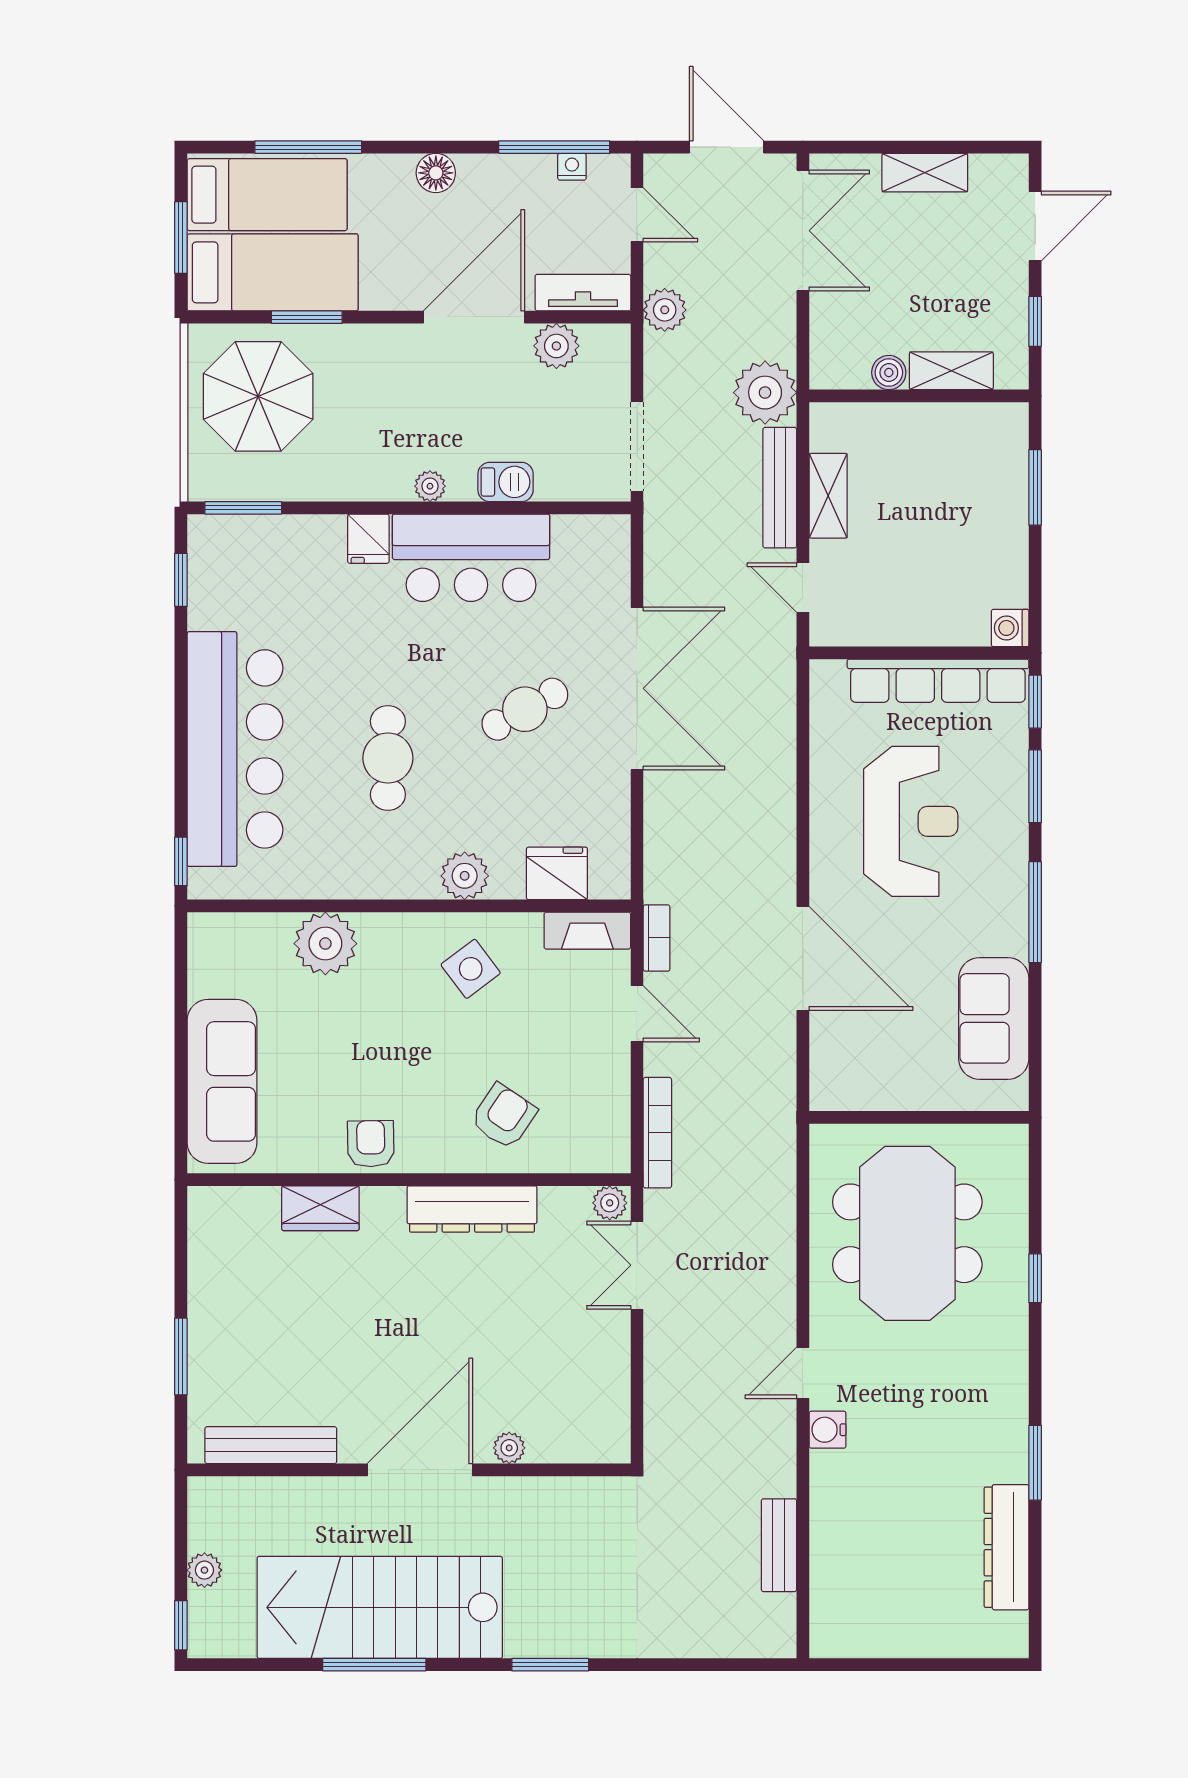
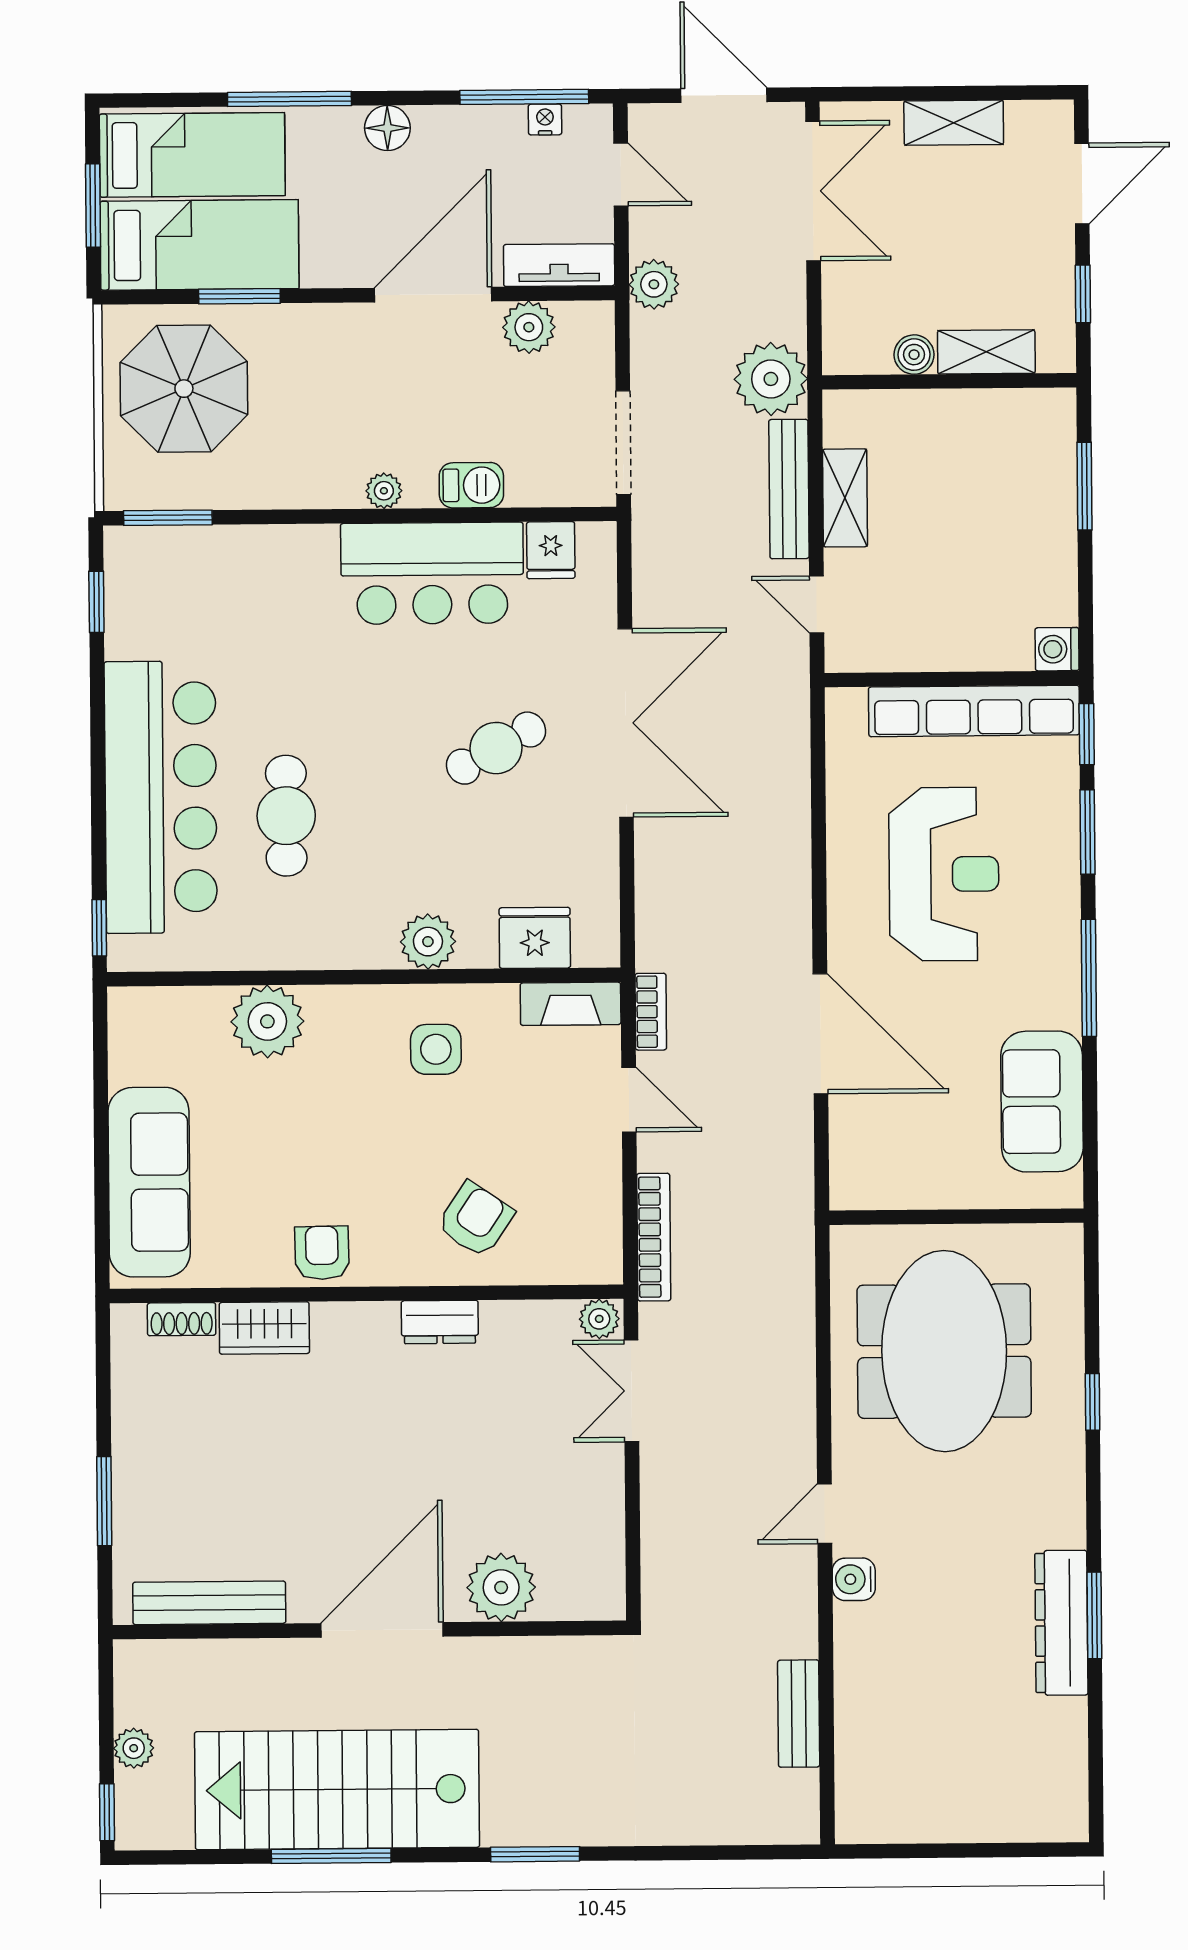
window: (308, 147) -> (289, 99), moved
fridge: (368, 539) -> (551, 550), moved
cafe table: (388, 758) -> (286, 816), moved
side table: (471, 969) -> (436, 1049), turned 37
shoe rack: (249, 1200) -> (182, 1319), added
dresser: (472, 1209) -> (440, 1322), width x0.51, depth x0.80
plant: (509, 1448) -> (501, 1587), width x1.87, depth x1.87
dresser: (1007, 1547) -> (1061, 1623), moved

